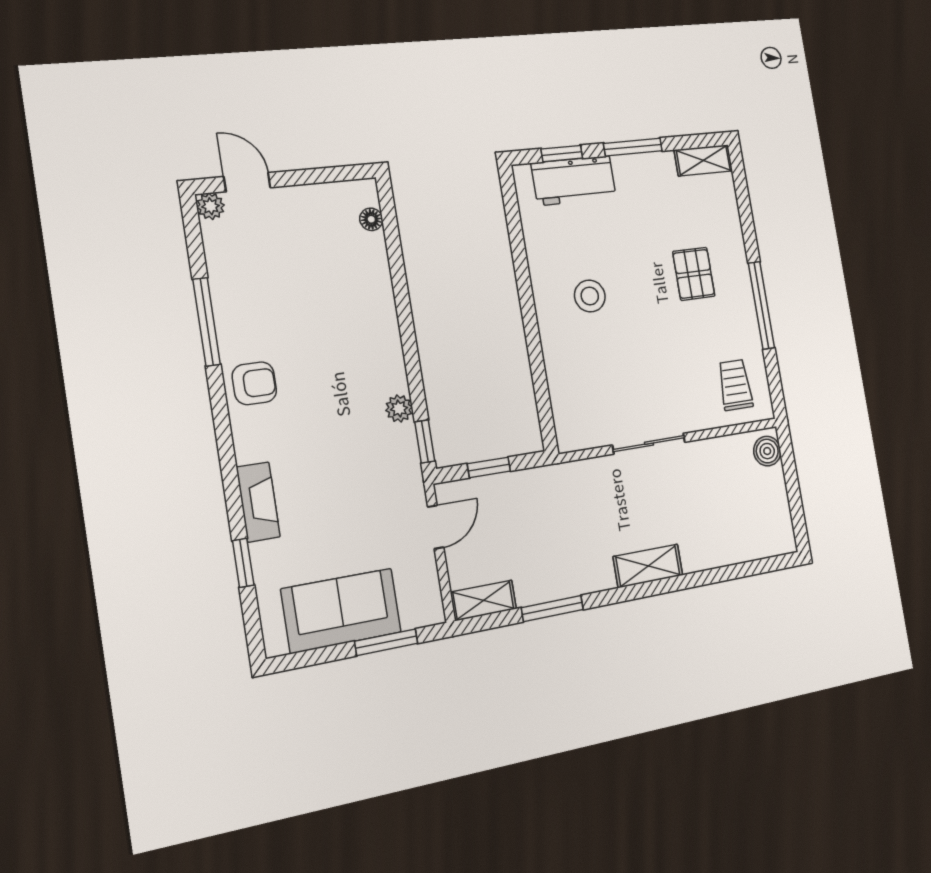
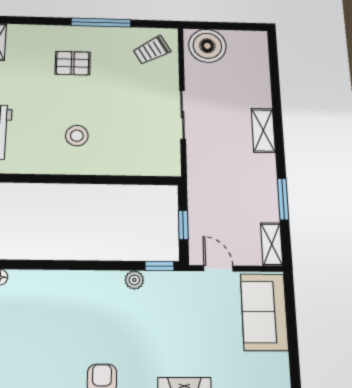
trolley: (735, 385) -> (152, 50), turned -30
boiler: (767, 451) -> (207, 46), width x1.86, depth x1.86
sofa: (341, 611) -> (264, 312), moved
window: (386, 642) -> (291, 315), removed

